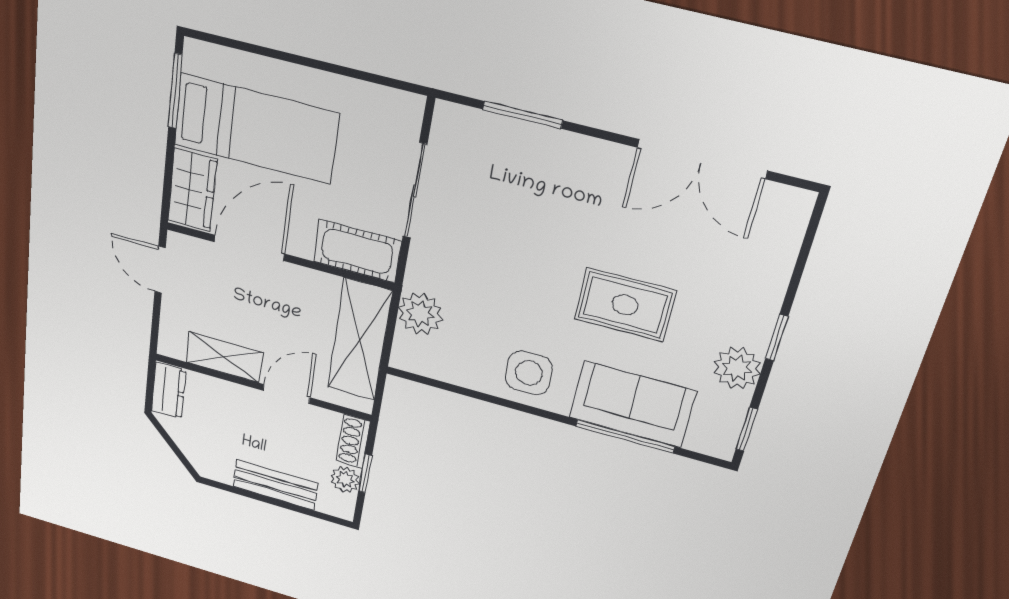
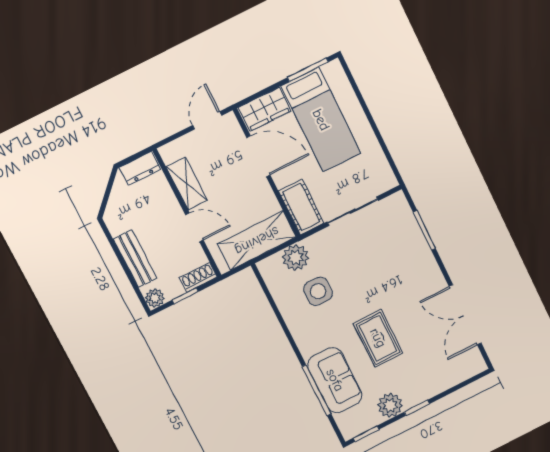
side table: (529, 373) -> (318, 291), moved
plant: (345, 479) -> (155, 298), moved

